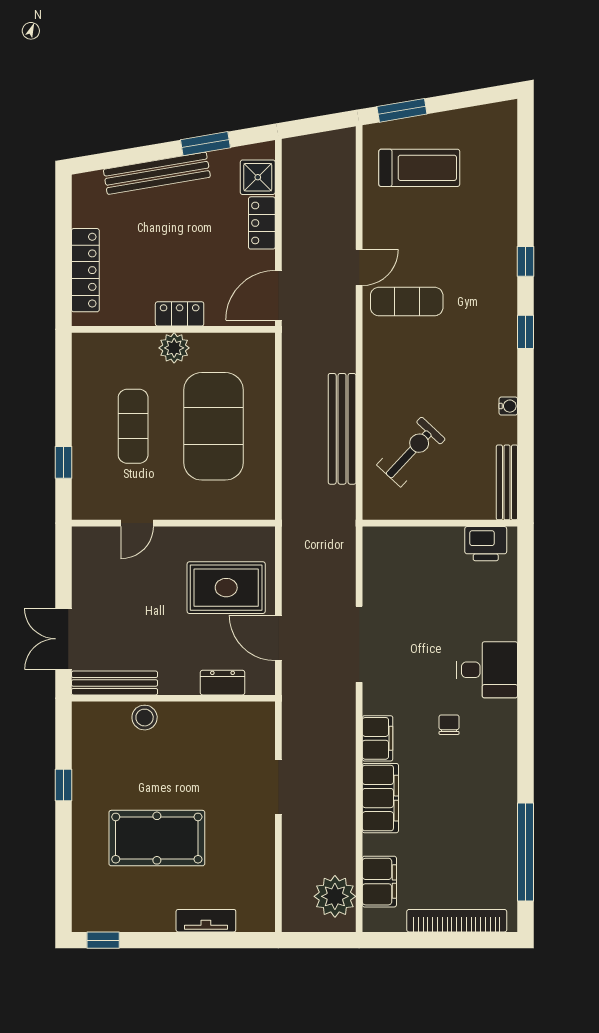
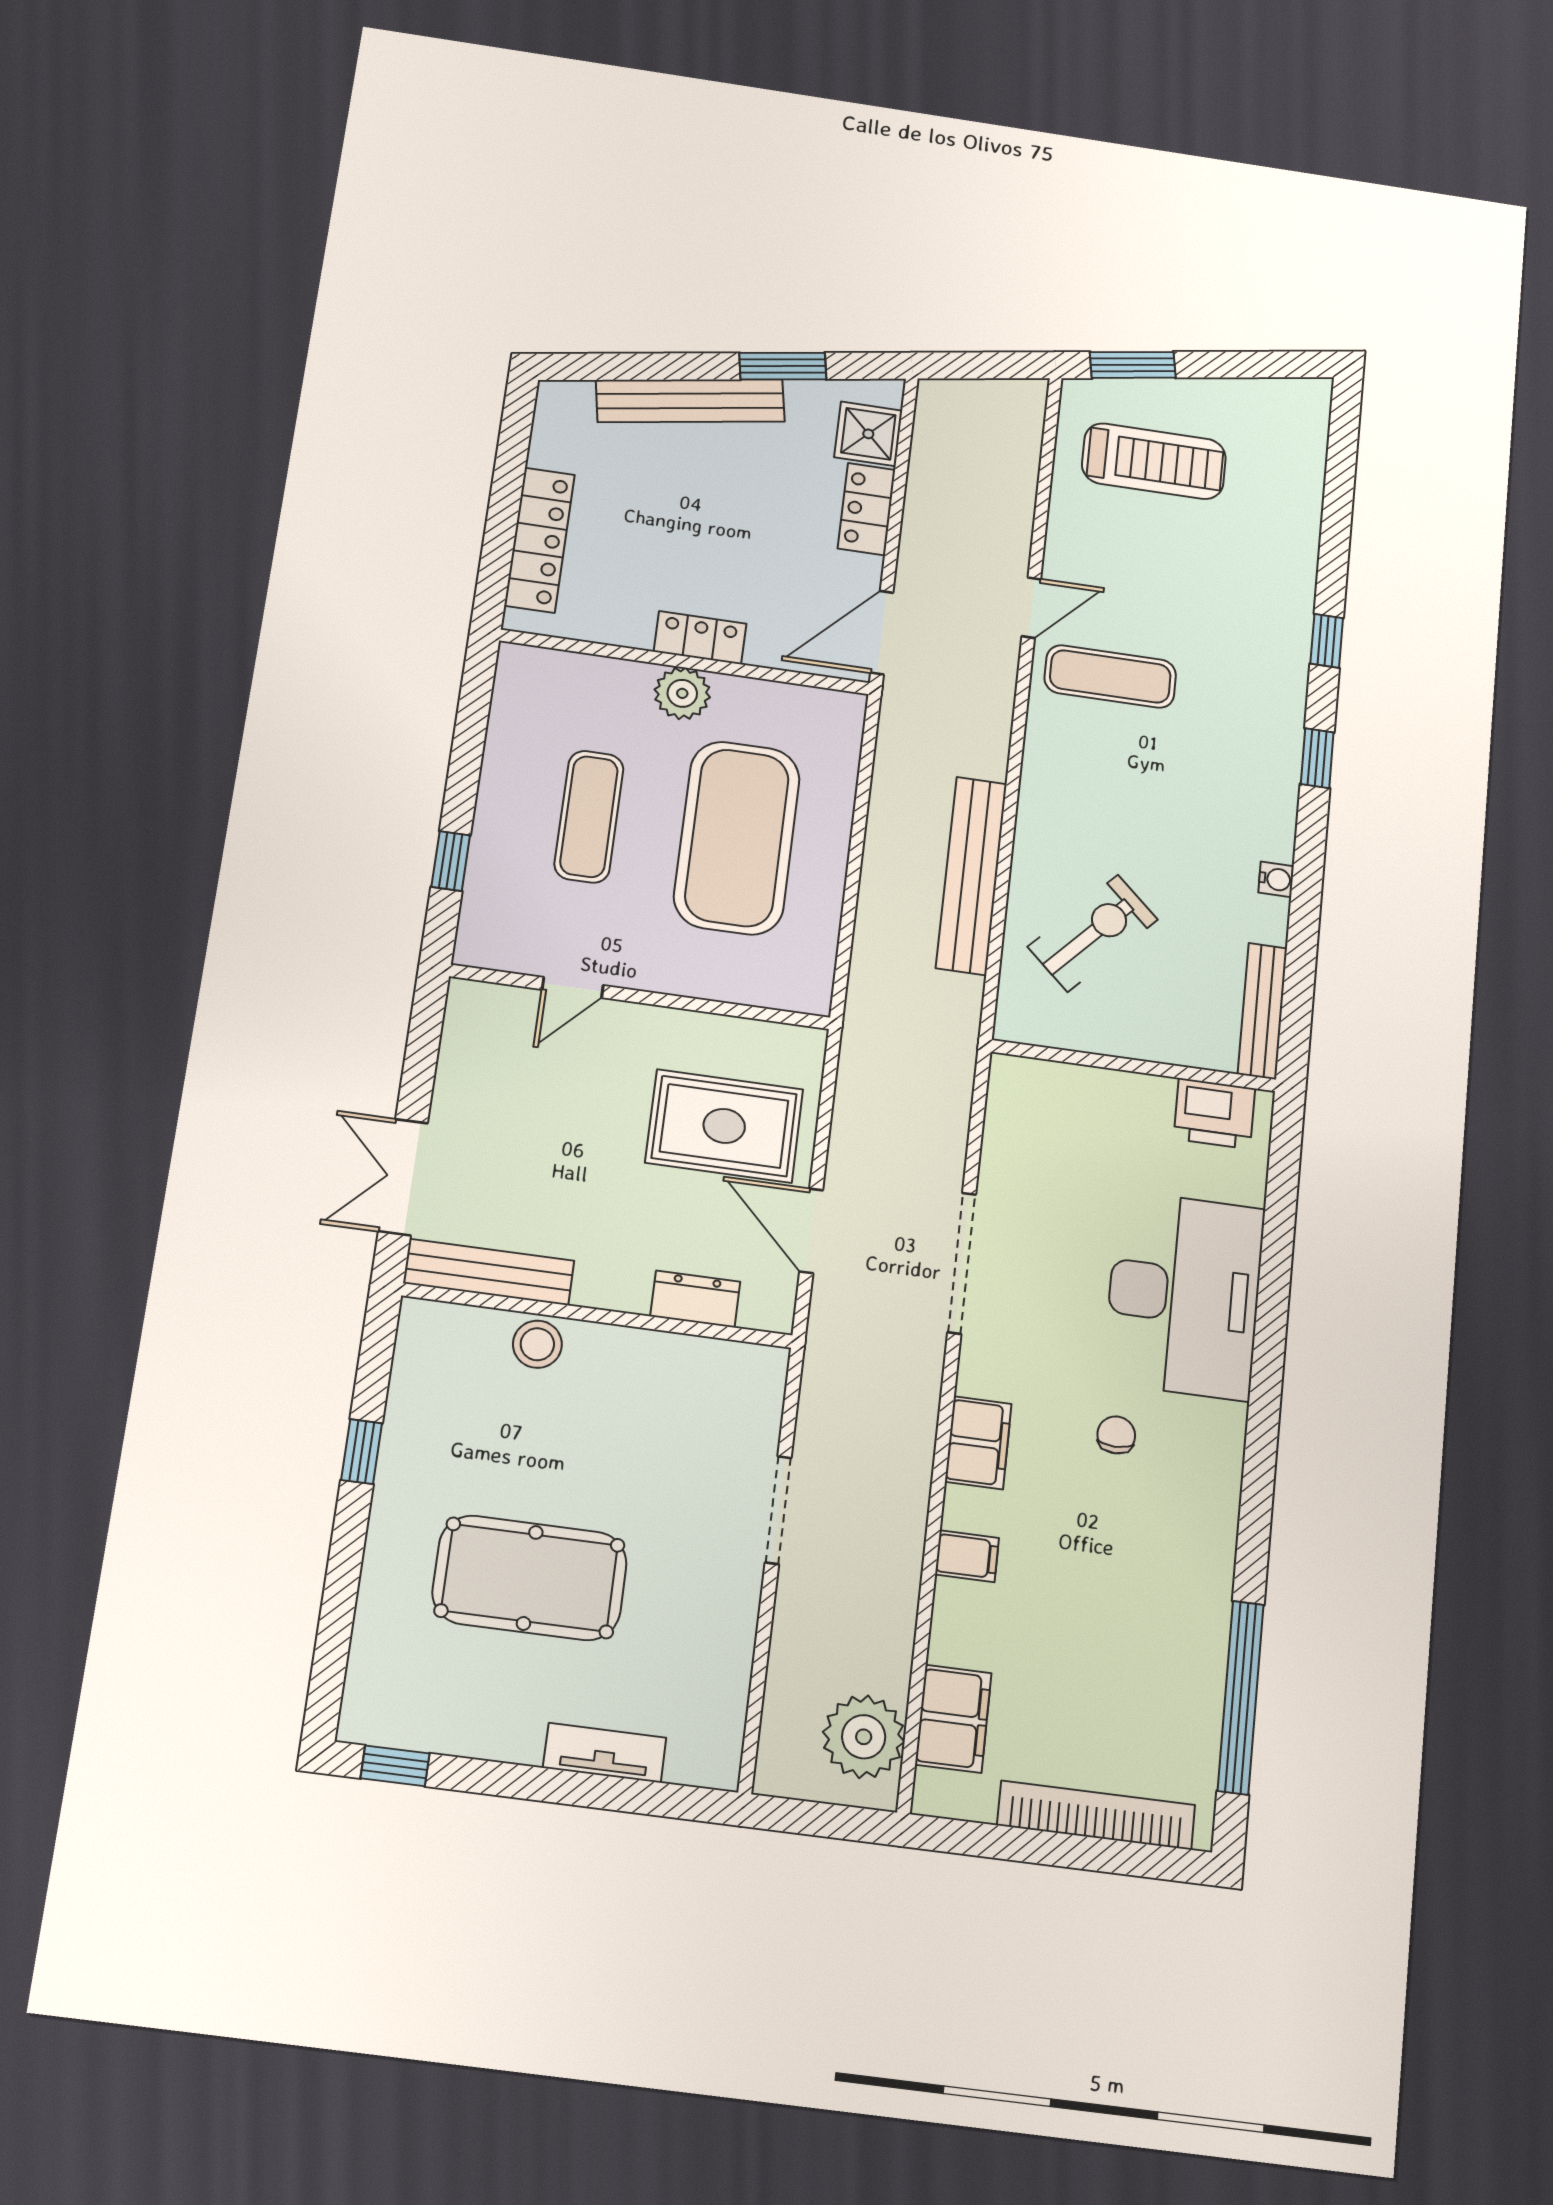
desk: (487, 670) -> (1184, 1295), width x1.87, depth x1.30
filing cabinet: (380, 798) -> (967, 1556), width x0.33, depth x0.86

